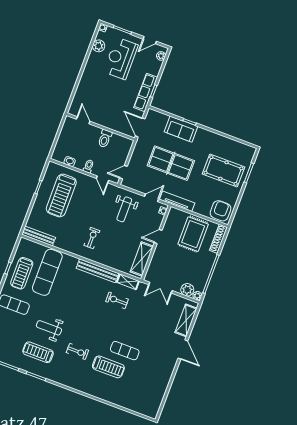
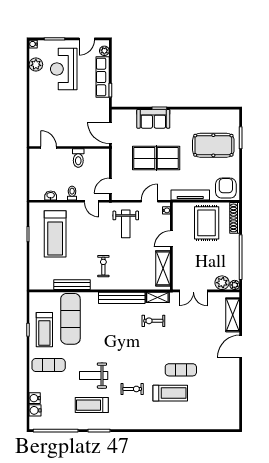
row of seats: (146, 92) -> (103, 77), moved
tv unit: (177, 201) -> (190, 195), moved
bench: (39, 236) -> (72, 285), moved
door: (183, 350) -> (241, 346), swing flipped

